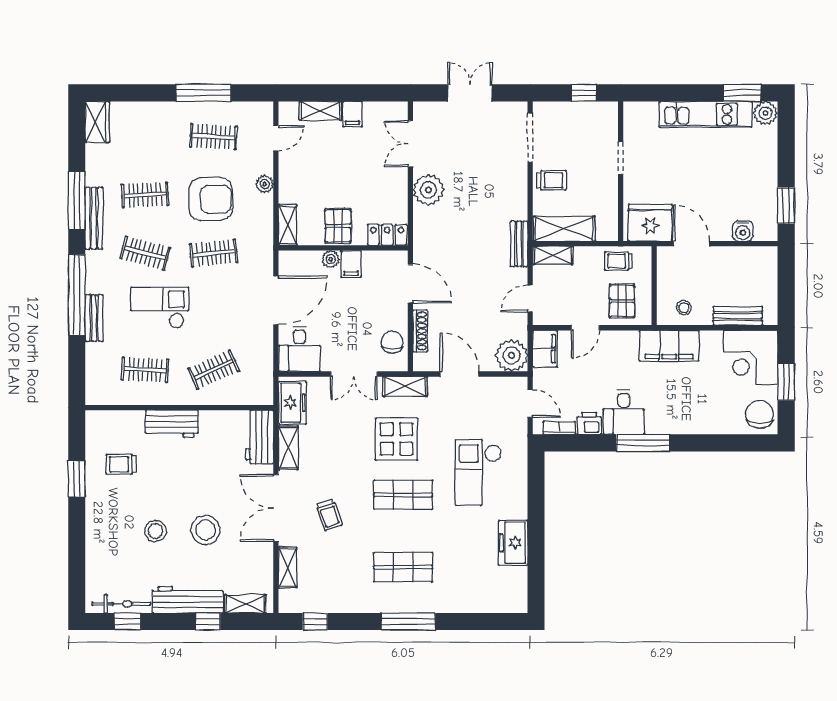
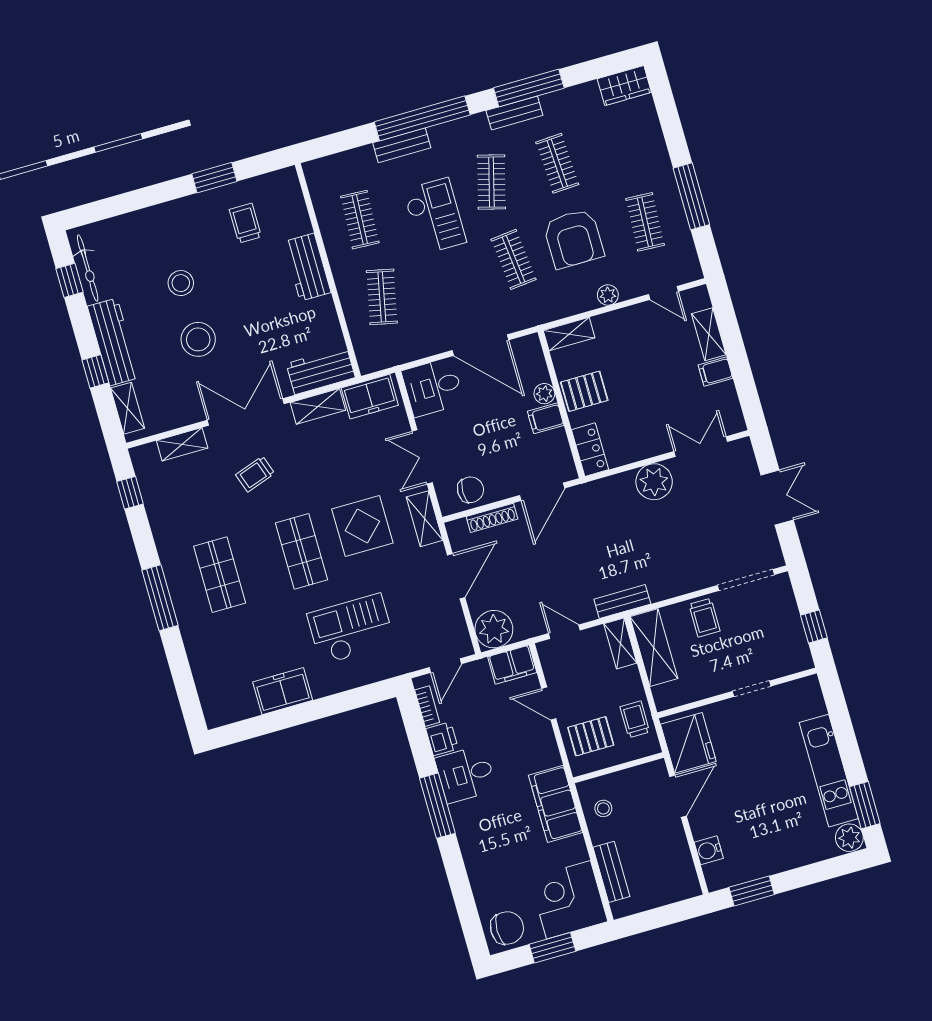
bench: (94, 218) -> (514, 113), width x0.73
clothes rail: (214, 370) -> (382, 297), turned 36

